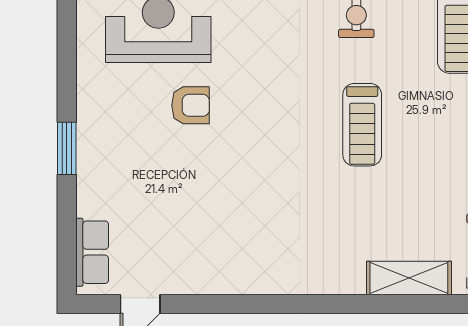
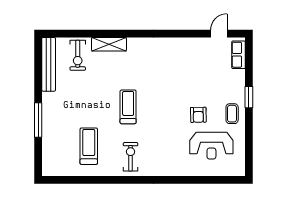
armchair: (191, 105) -> (198, 115), turned -91
coffee table: (108, 108) -> (232, 114), added

